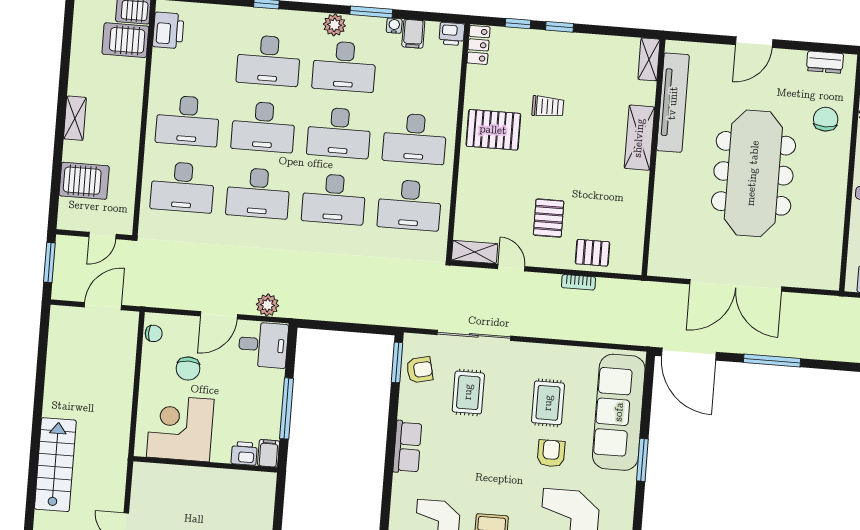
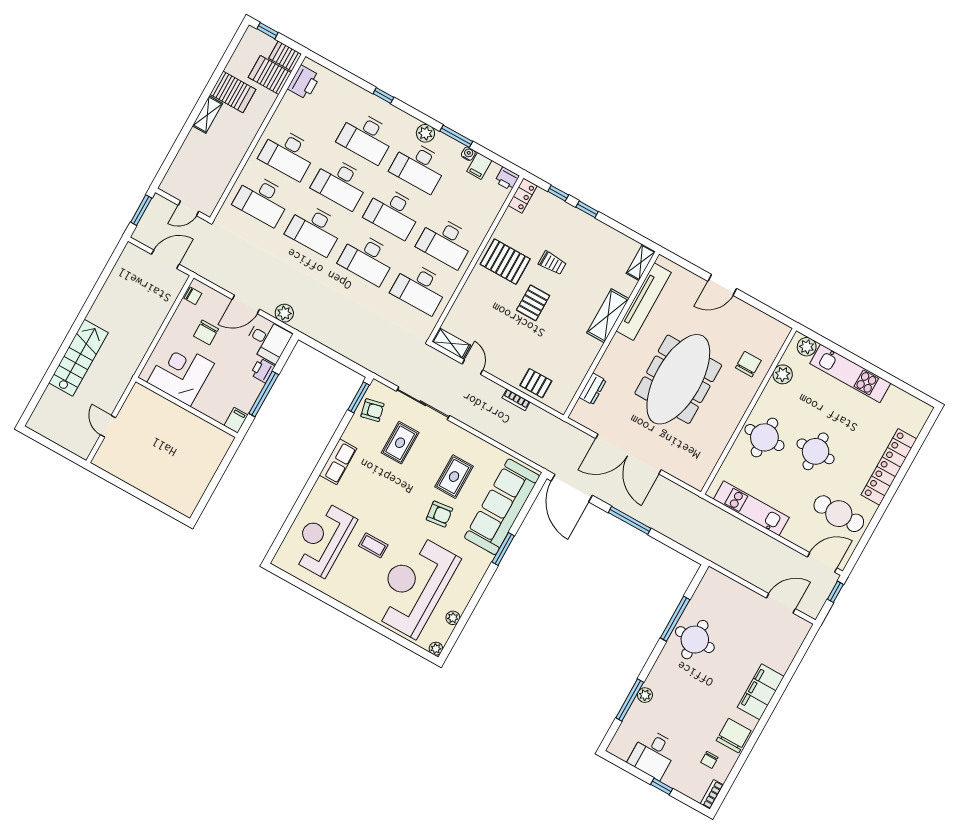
dresser: (825, 62) -> (593, 389), moved, turned -90
server rack: (84, 181) -> (233, 92), moved
pallet: (549, 218) -> (533, 303), moved
printer: (244, 453) -> (263, 370), moved, turned -90
armchair: (551, 453) -> (439, 514), turned 83

